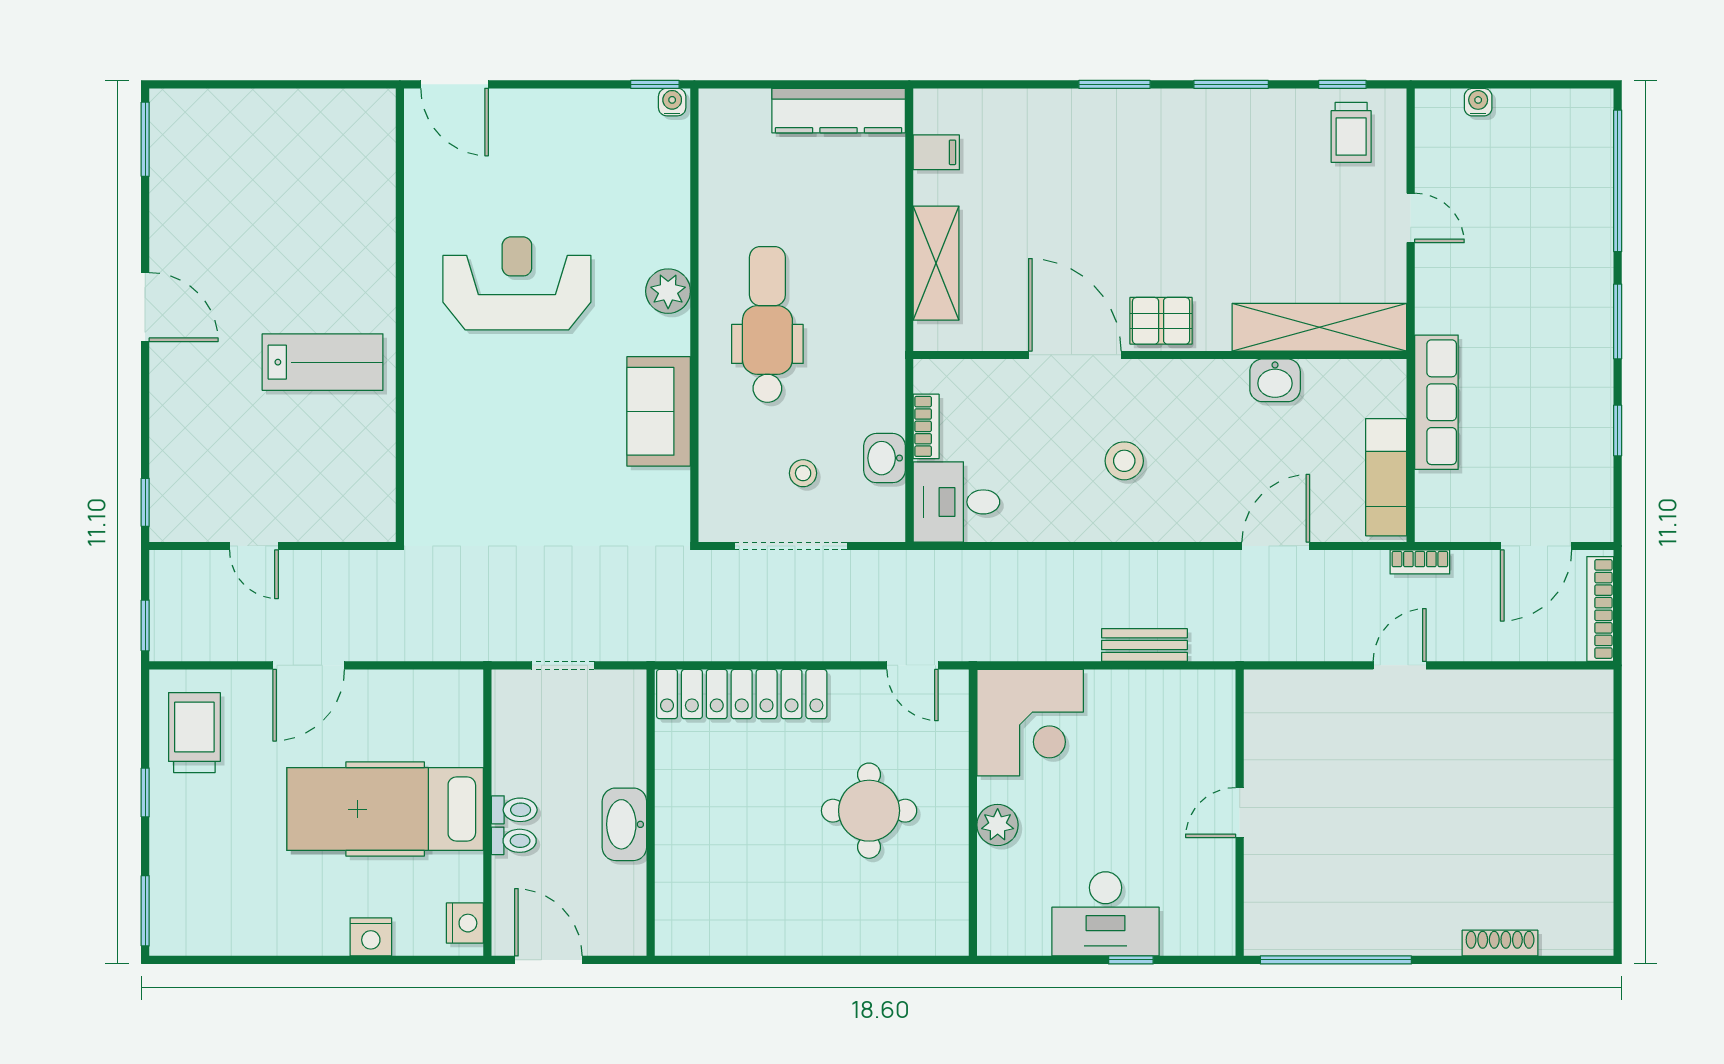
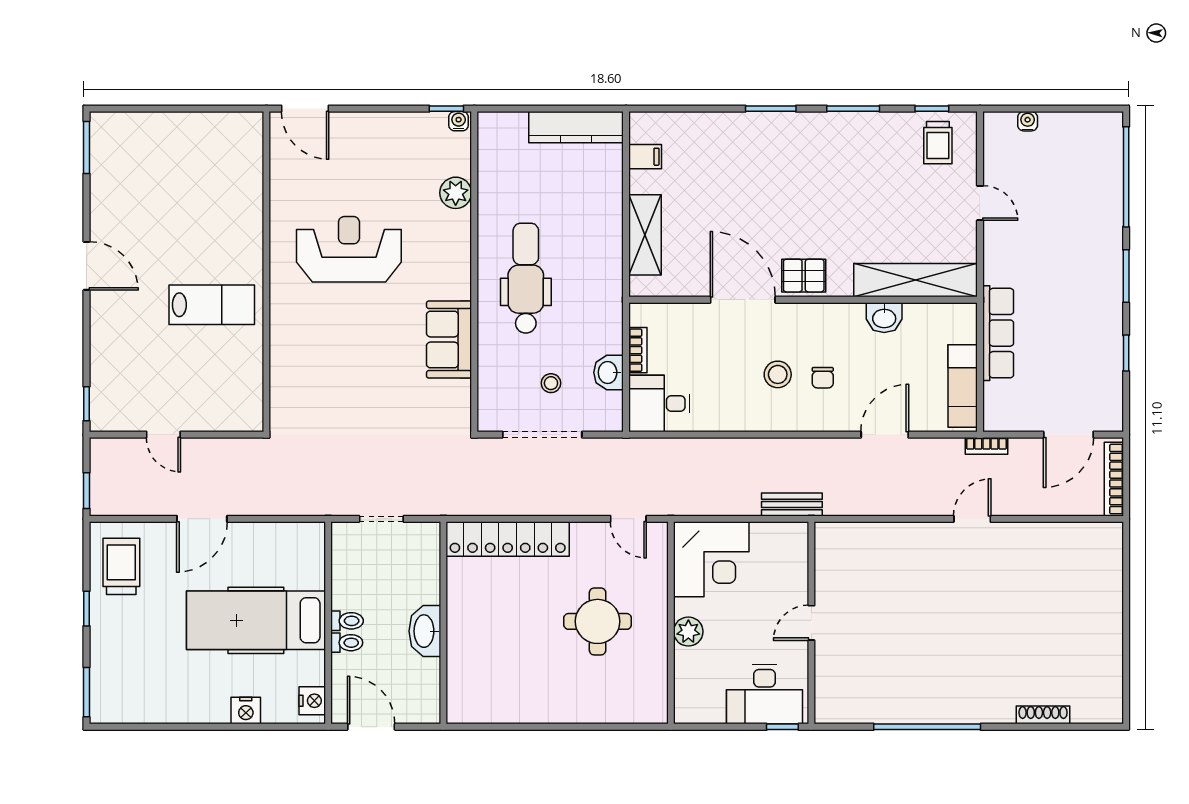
plant: (668, 291) -> (456, 193), moved
chair: (1188, 465) -> (823, 378), added
door: (1240, 813) -> (811, 623), moved
wall: (1240, 813) -> (811, 623), moved

